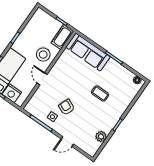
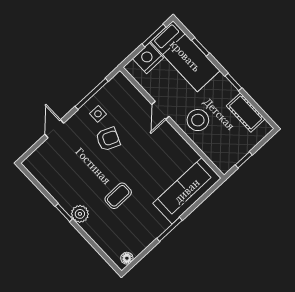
cot: (62, 37) -> (246, 112), moved
door: (42, 79) -> (160, 110), swing flipped
plant: (101, 137) -> (80, 214), moved

